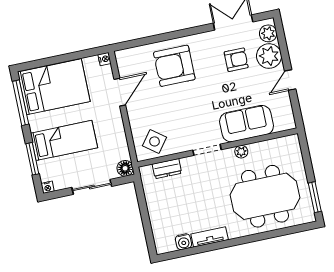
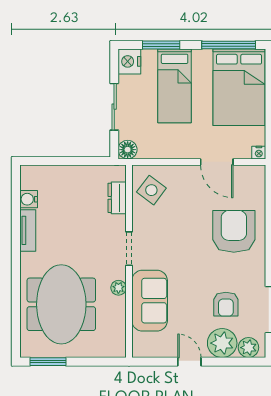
nightstand: (48, 187) -> (129, 61), width x1.89, depth x1.79

